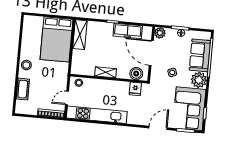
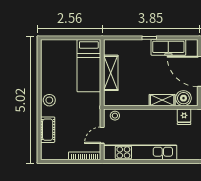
shelving: (80, 35) -> (111, 73), moved
bed: (56, 39) -> (89, 66), width x0.67
shelving: (106, 72) -> (162, 100), moved

